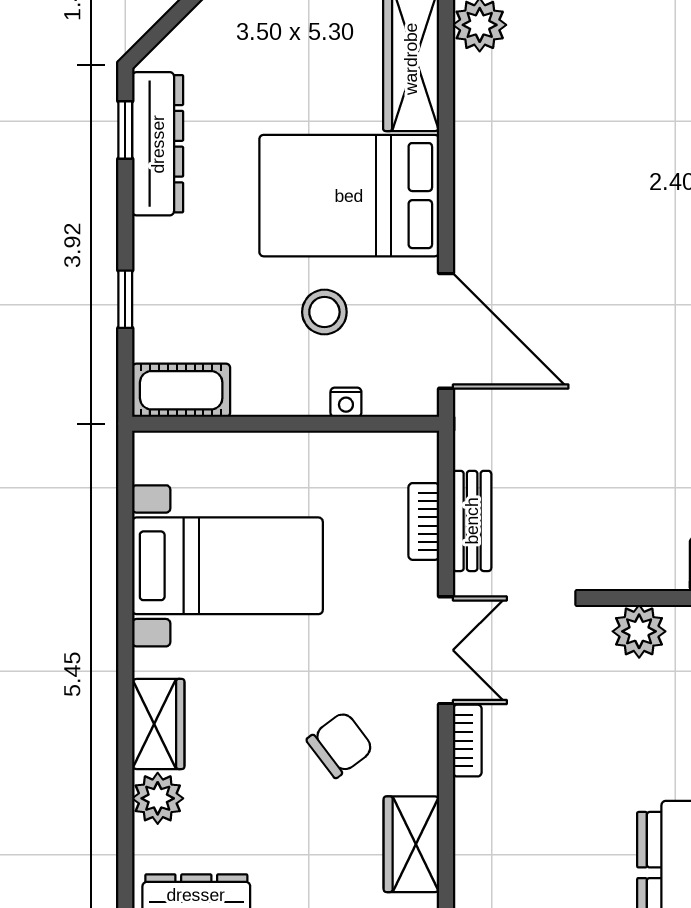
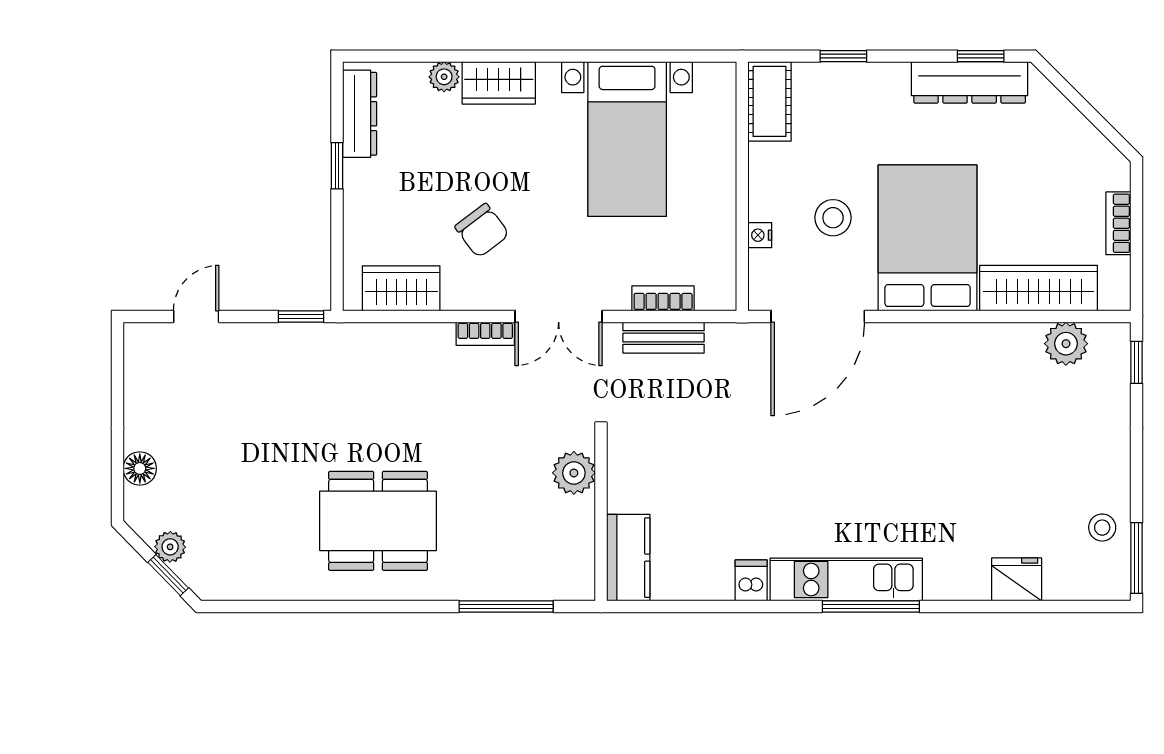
plant: (158, 798) -> (444, 77), width x0.73, depth x0.73

